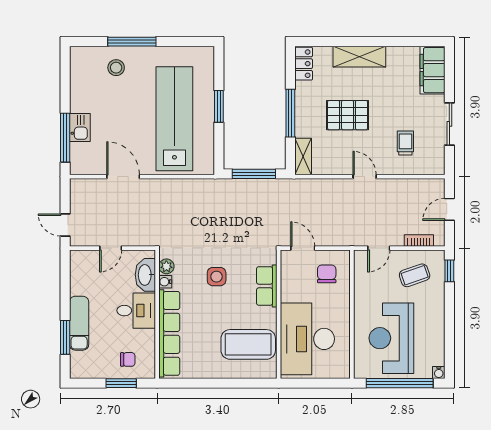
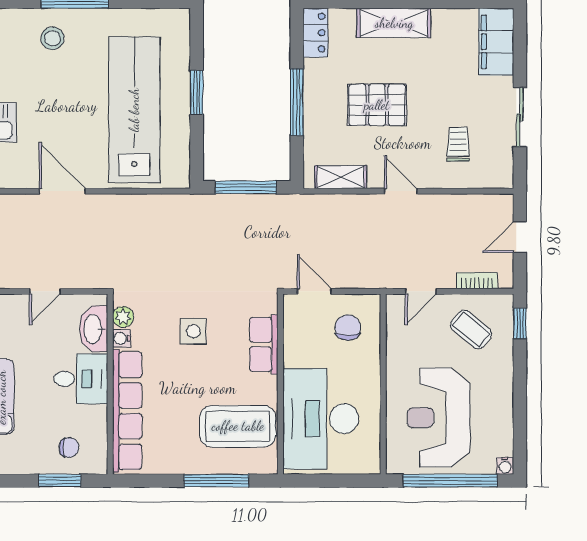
shelving: (303, 156) -> (341, 177), moved, turned 90
coffee table: (415, 275) -> (471, 329), turned 59
window: (233, 383) -> (216, 481), added

